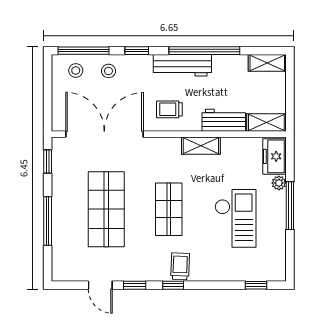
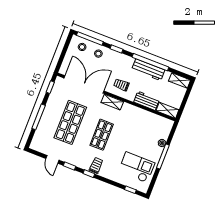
workbench: (182, 65) -> (148, 70), moved
shelving: (201, 146) -> (112, 102), moved
freezer: (274, 156) -> (165, 129), removed
checkout: (235, 218) -> (137, 167), moved, turned -90

